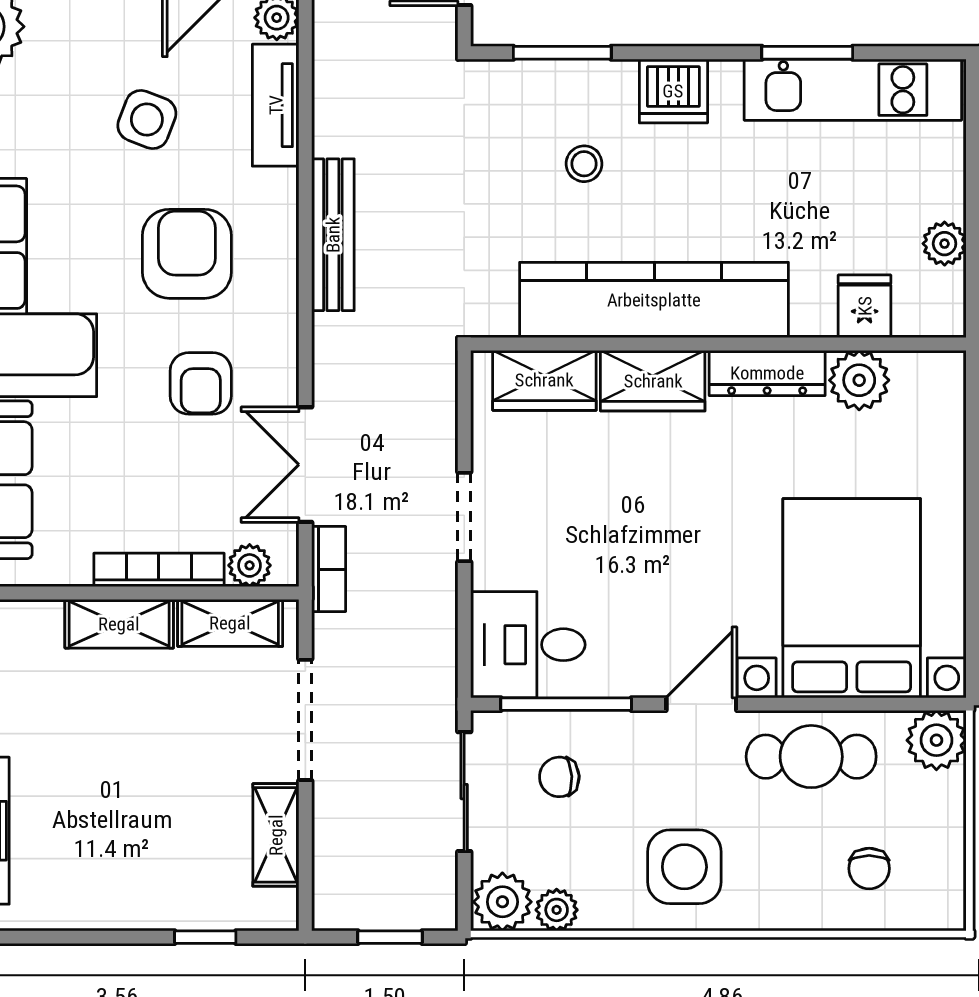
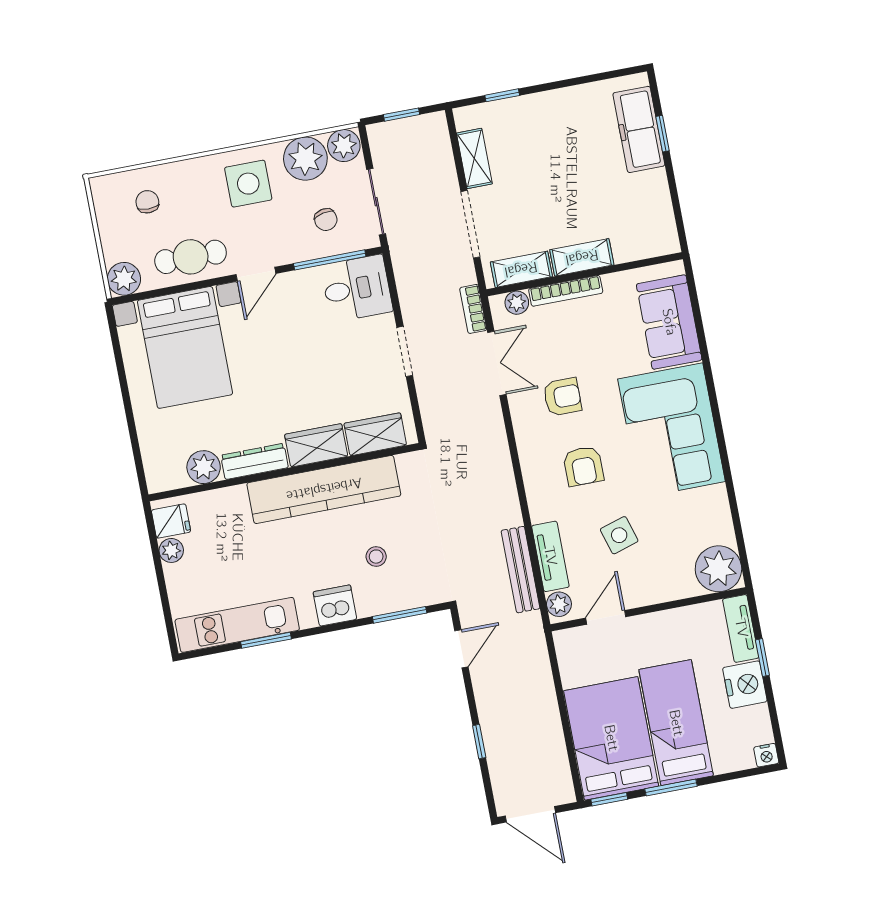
side table: (147, 119) -> (619, 535), turned -38
bench: (333, 235) -> (521, 570), moved
armchair: (187, 254) -> (583, 466), width x0.72, depth x0.72
fridge: (865, 306) -> (171, 521), moved, turned -90
armchair: (201, 383) -> (562, 397), turned 90
chair: (559, 777) -> (326, 220), turned 81
plant: (557, 910) -> (305, 159), width x1.87, depth x1.87

